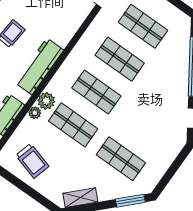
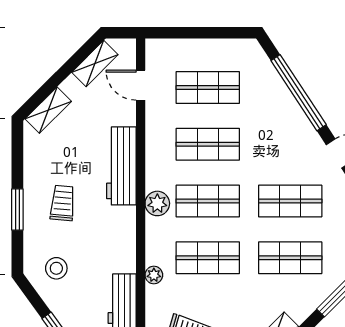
workbench: (39, 66) -> (121, 166), moved
plant: (46, 101) -> (157, 203), moved
shop shelf: (144, 126) -> (290, 201), added

